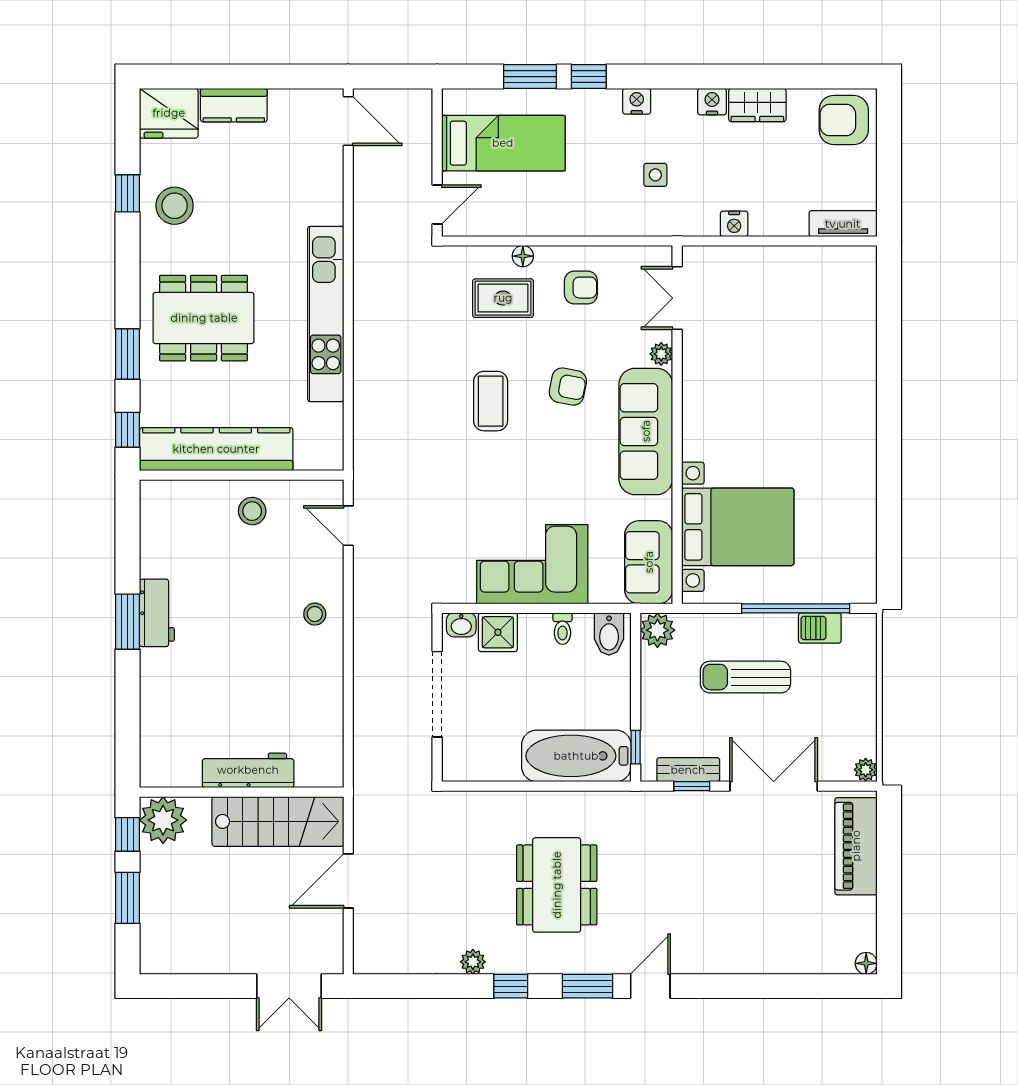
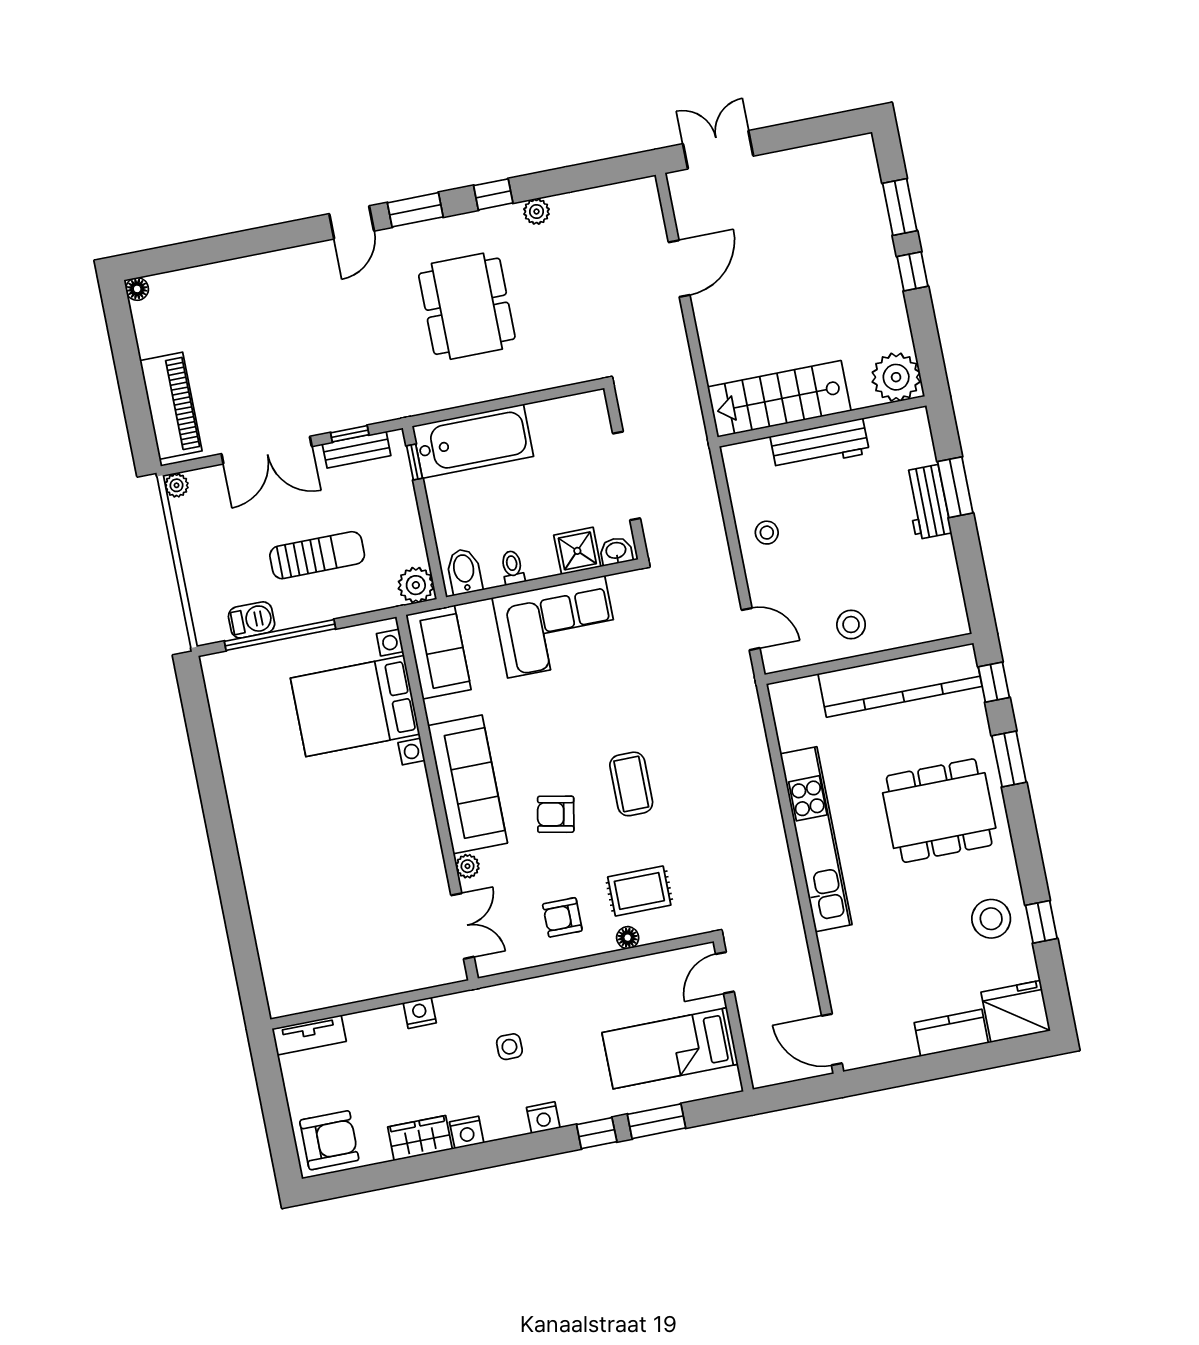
workbench: (248, 770) -> (820, 445), moved
wall: (242, 792) -> (822, 421), moved
plant: (163, 820) -> (896, 377), moved
stairs: (278, 821) -> (779, 399), moved

